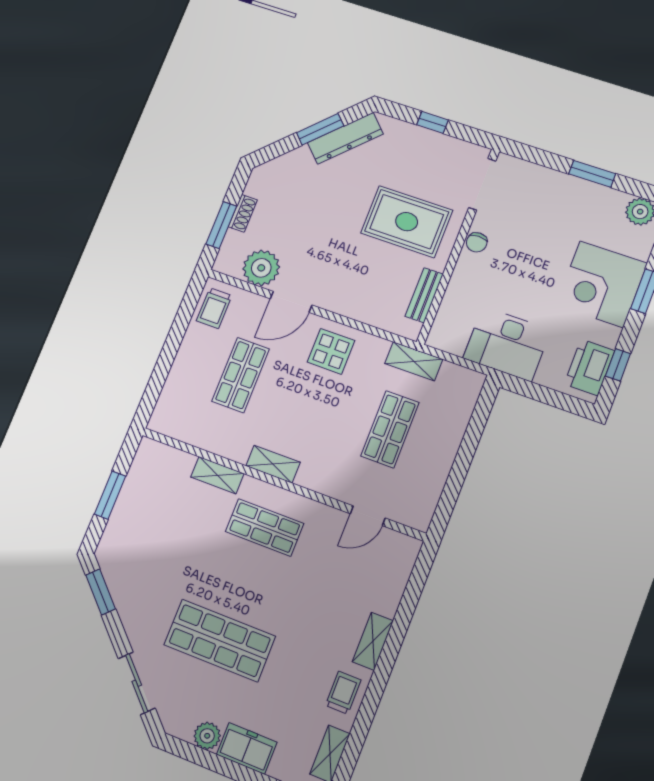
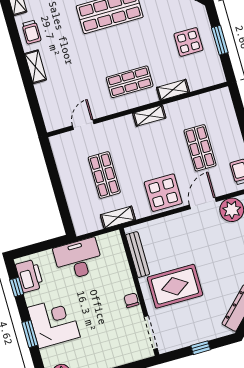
bench: (424, 295) -> (138, 255), width x1.36
display table: (331, 351) -> (163, 193), width x1.36, depth x1.36
display table: (150, 523) -> (188, 42), added

